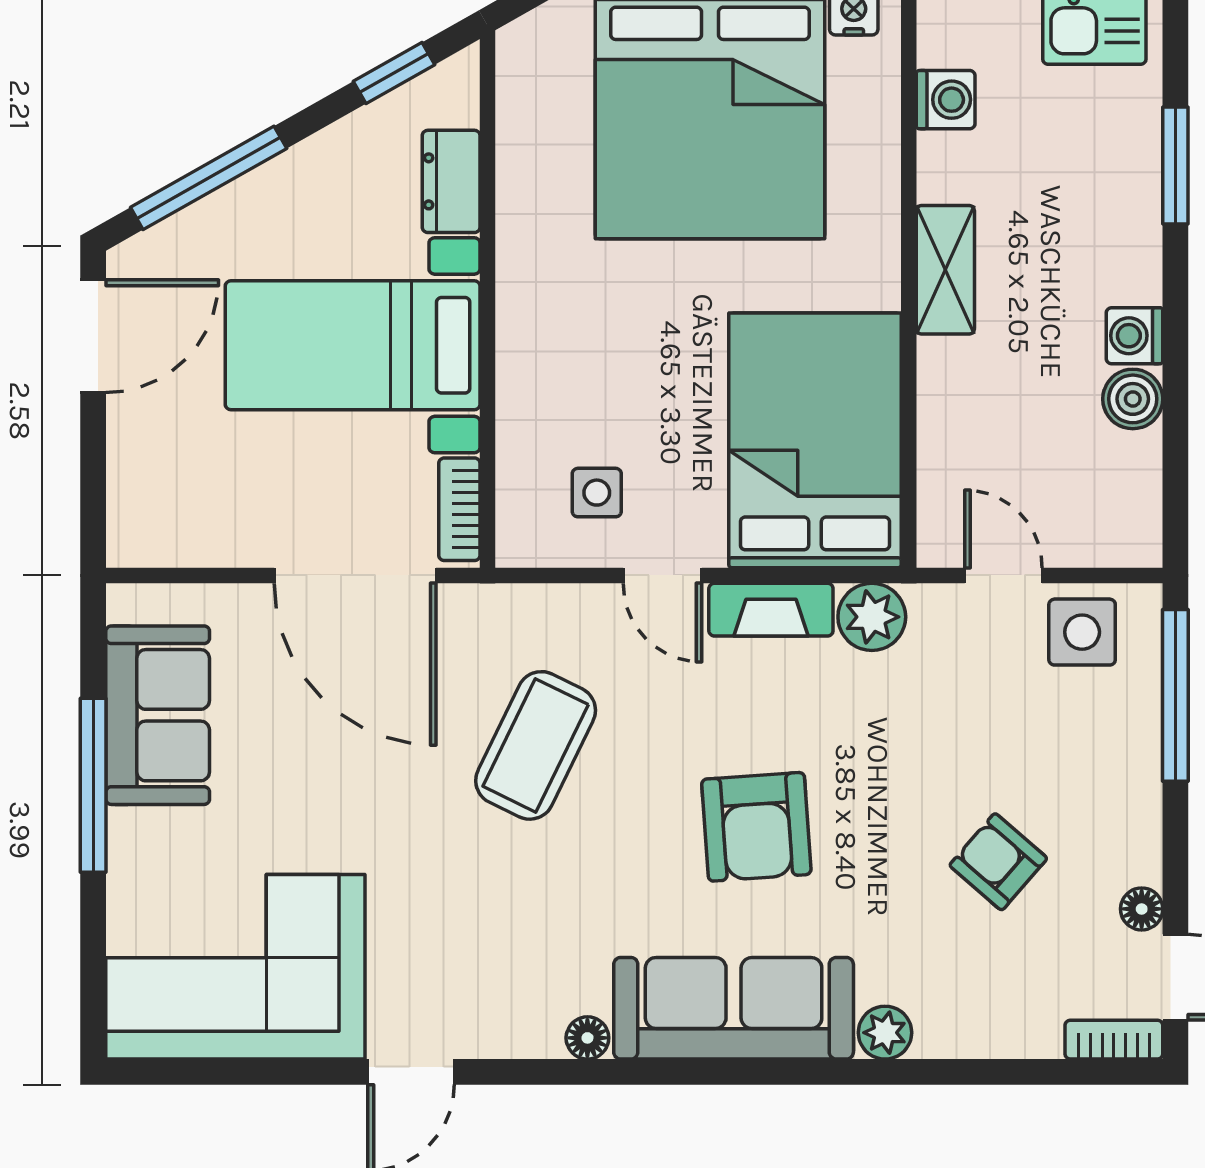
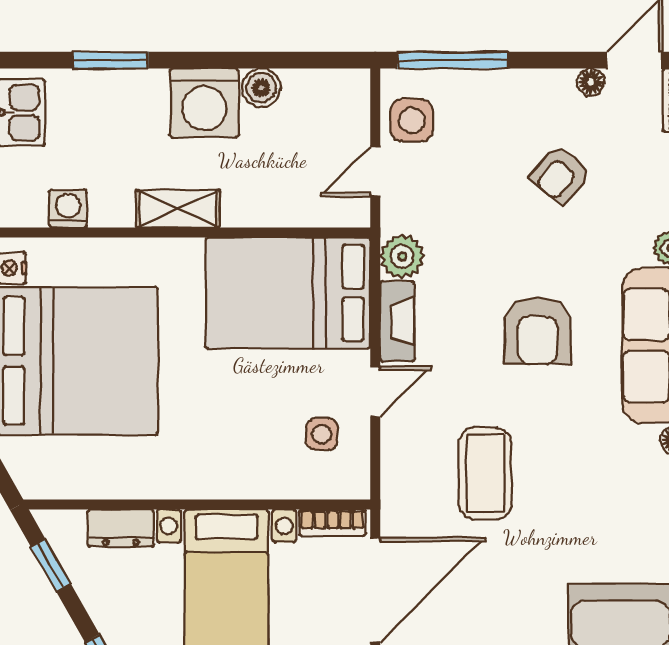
washing machine: (1135, 336) -> (204, 103), width x1.89, depth x1.89
coffee table: (536, 745) -> (485, 474), turned 64
armchair: (756, 827) -> (538, 331), turned 94

